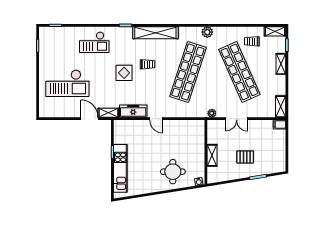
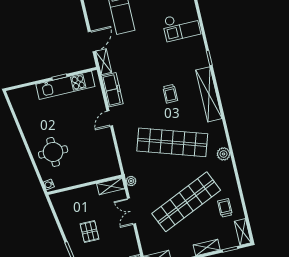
checkout: (94, 42) -> (181, 26), turned -90
display table: (124, 73) -> (154, 69), removed
shelving: (212, 155) -> (111, 186), moved
kitchen unit: (120, 168) -> (65, 85), moved

